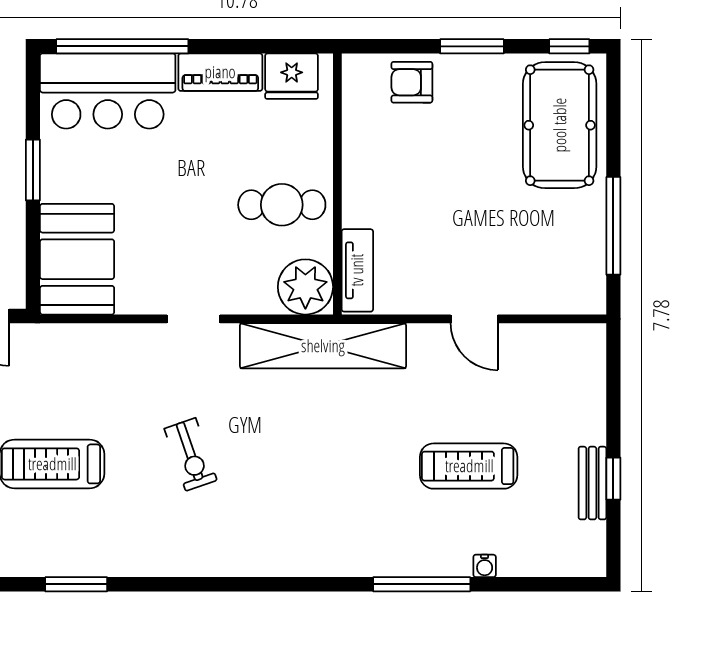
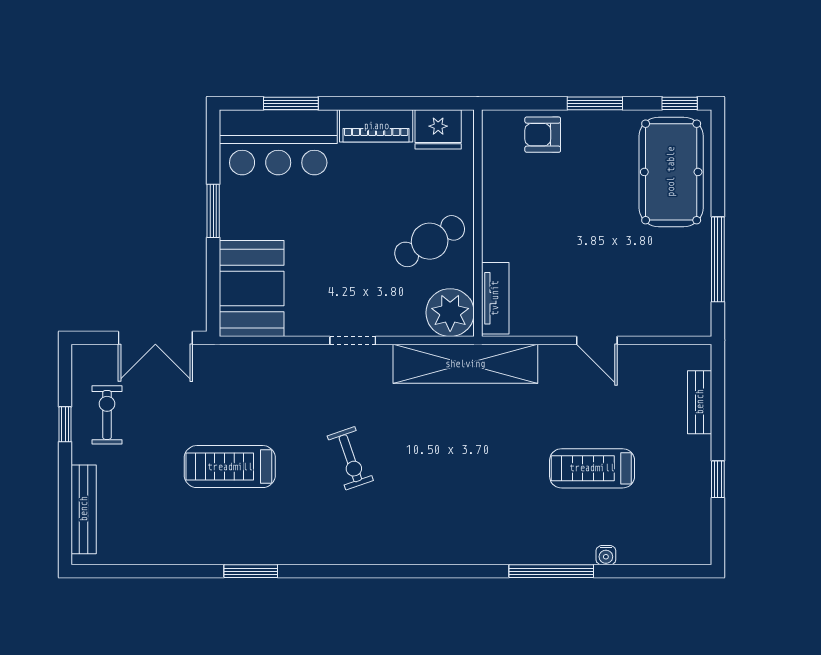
window: (122, 46) -> (291, 103), width x0.47
cafe table: (282, 205) -> (430, 241), turned -30
bench: (592, 483) -> (700, 402), moved

